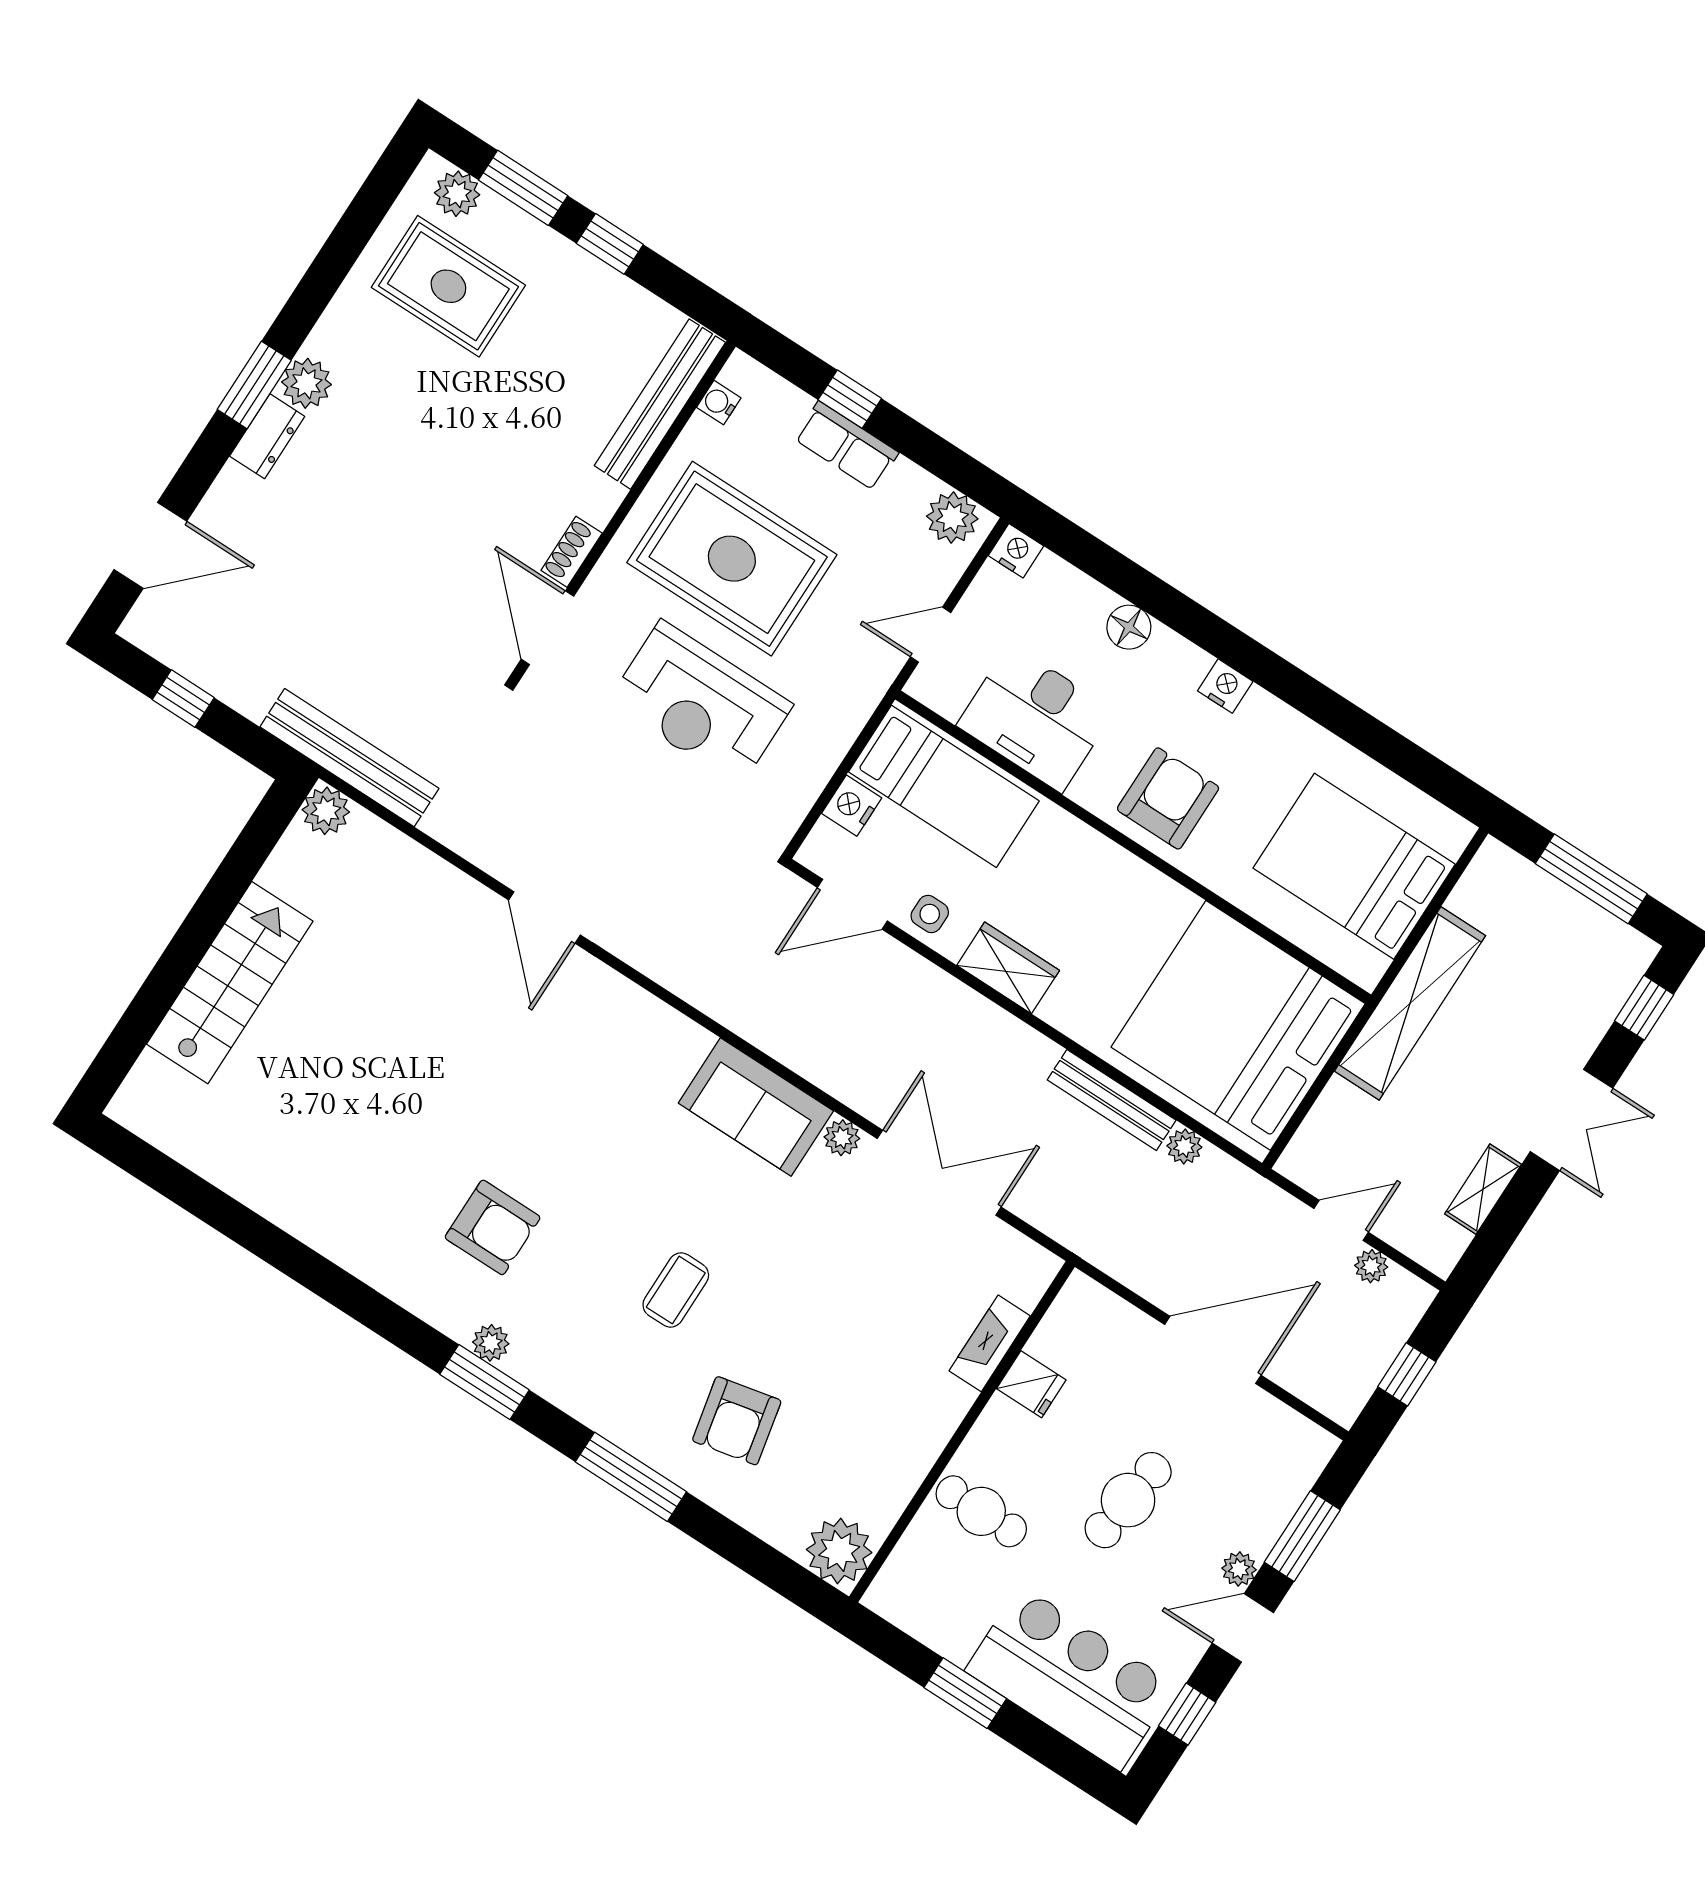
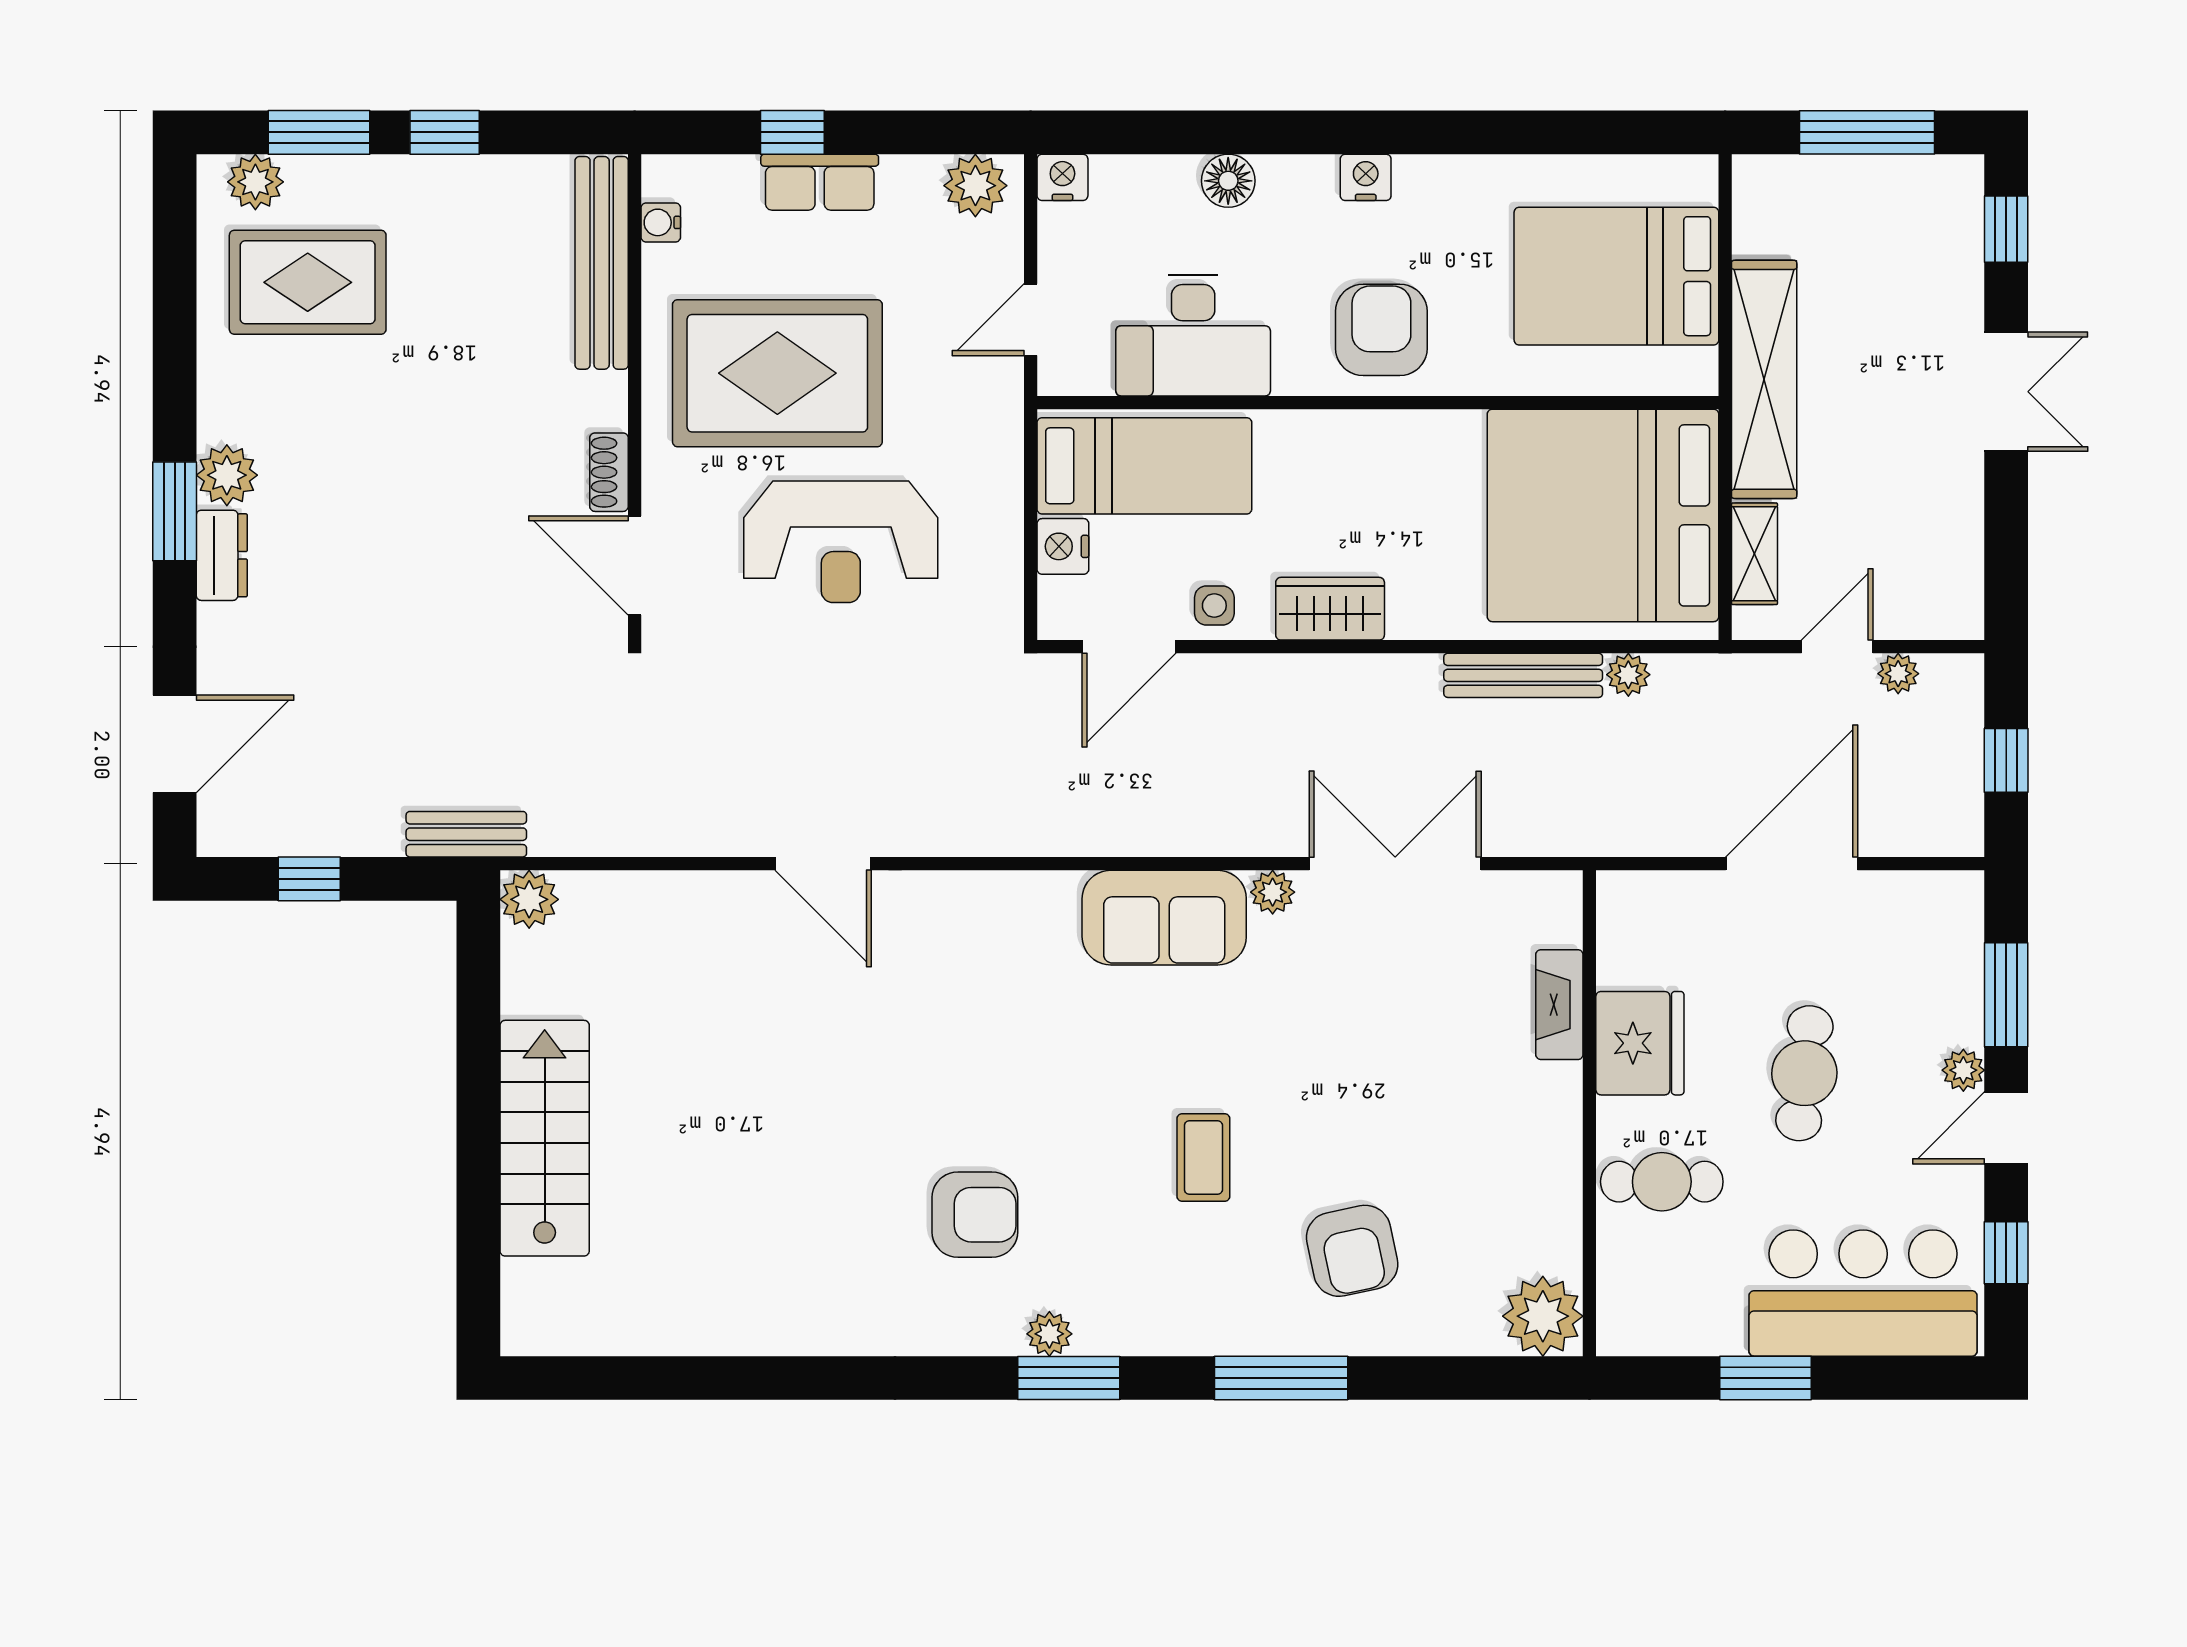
bench: (349, 758) -> (466, 834), width x0.54, depth x0.82
shelving: (1483, 1189) -> (1754, 554), moved
fridge: (1031, 1384) -> (1640, 1043), width x1.88, depth x1.34

